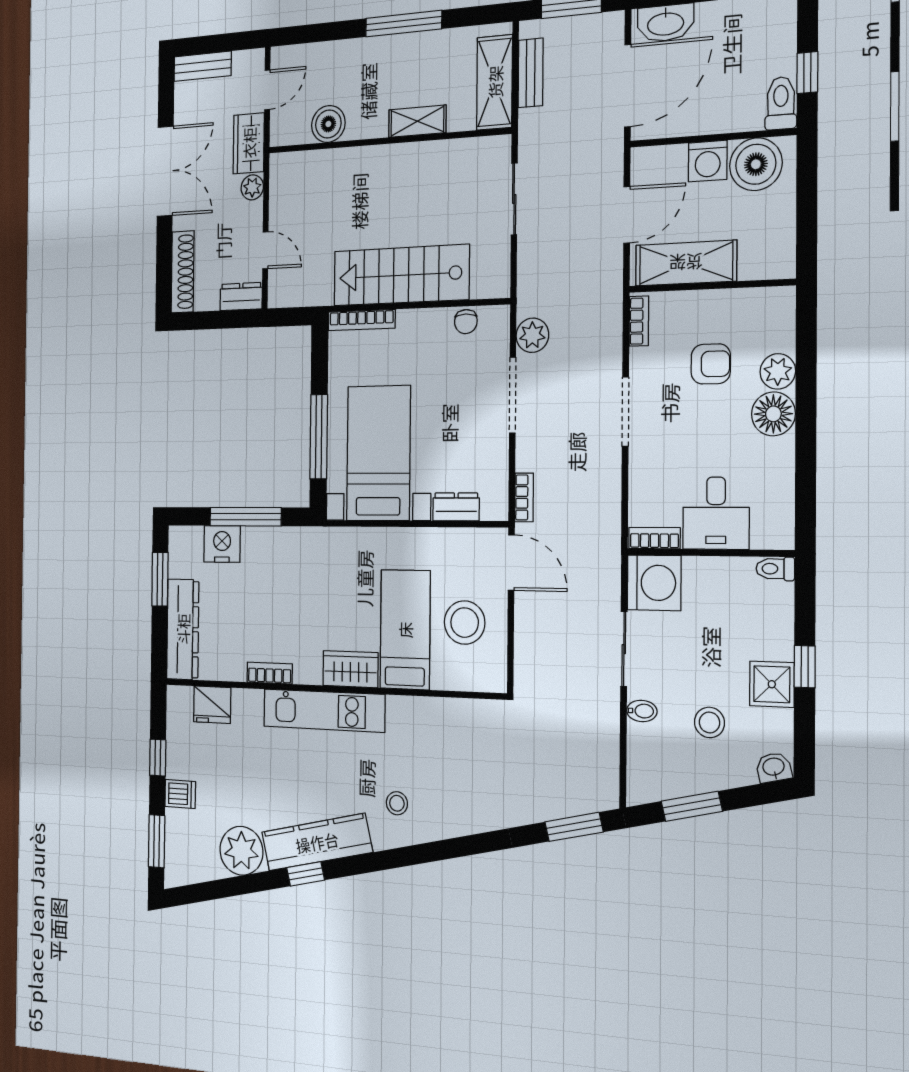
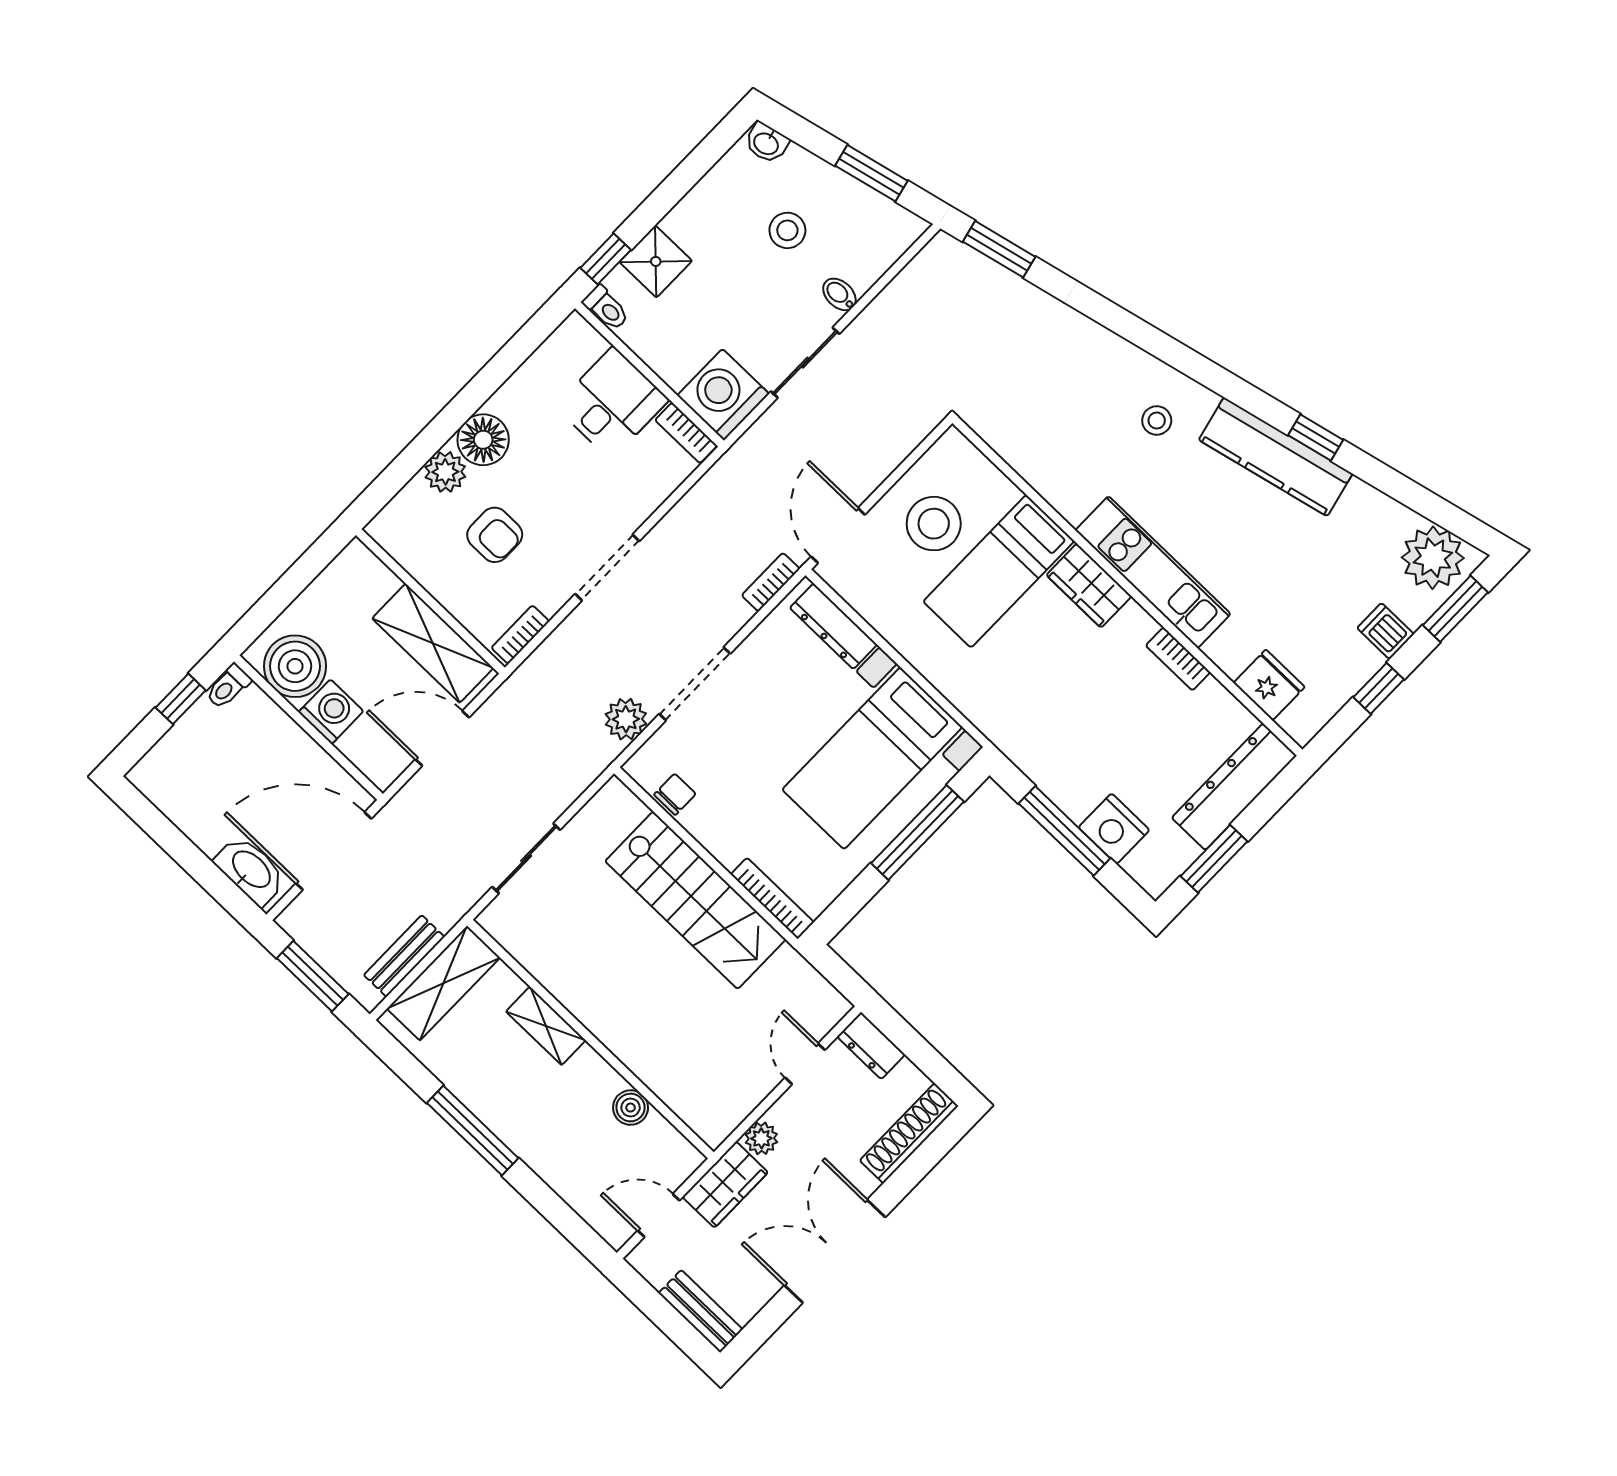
toilet: (781, 103) -> (228, 687), width x0.73, depth x0.72
boiler: (328, 124) -> (631, 1108), width x0.73, depth x0.73
armchair: (711, 364) -> (495, 535), turned 180
dresser: (456, 507) -> (833, 626), width x1.44
window: (805, 667) -> (606, 259), moved
shower: (772, 684) -> (656, 261), moved
plant: (241, 851) -> (1433, 558), moved

